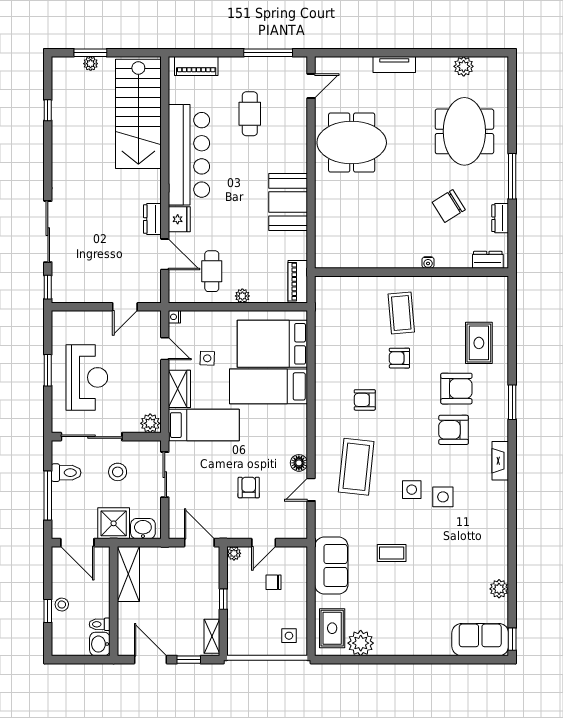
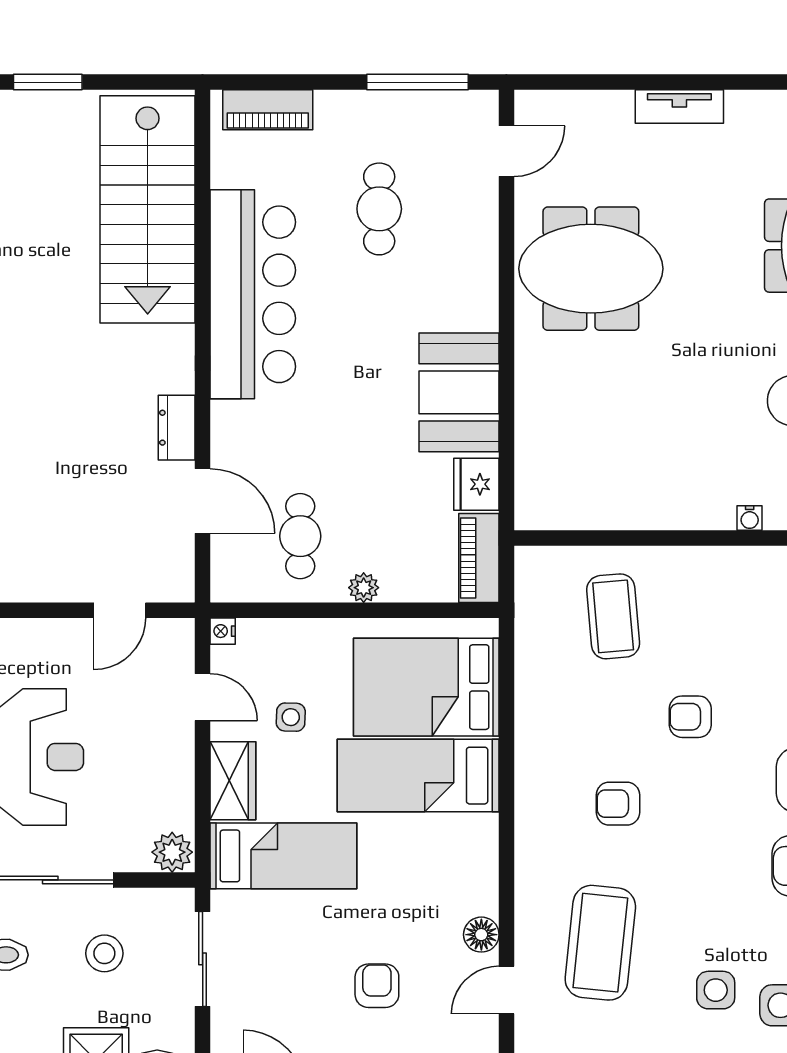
plant: (91, 64) -> (48, 105), removed
fridge: (179, 219) -> (476, 484), moved, turned 180
coffee table: (401, 313) -> (613, 616), moved

